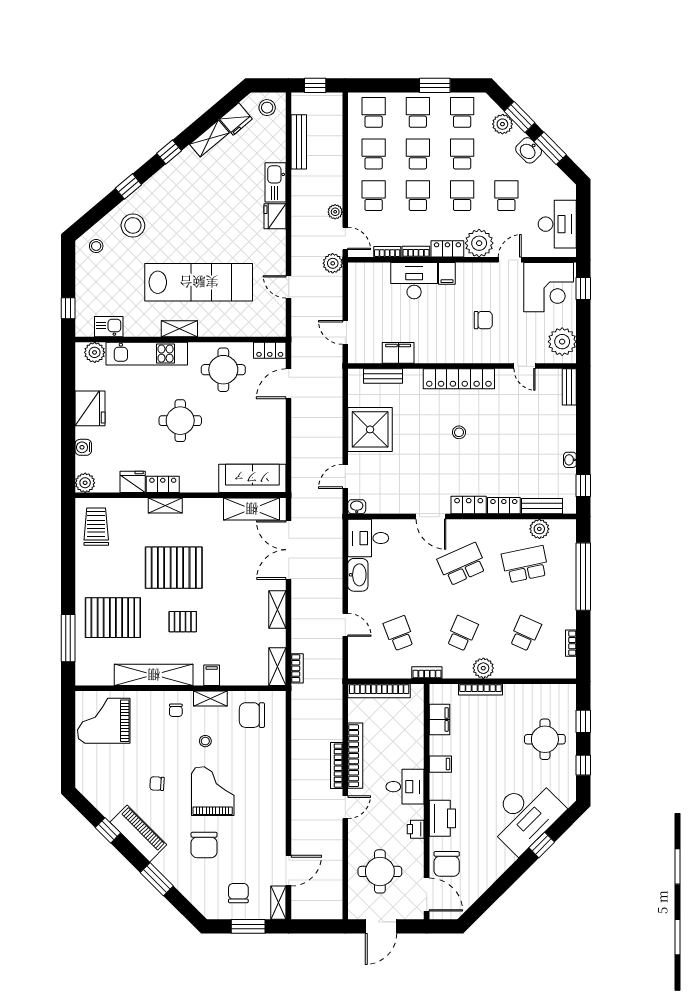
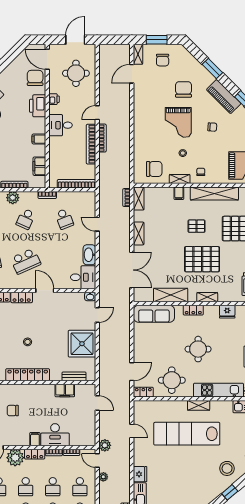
locker: (163, 484) -> (193, 310), moved
shelving: (252, 509) -> (171, 295), moved

